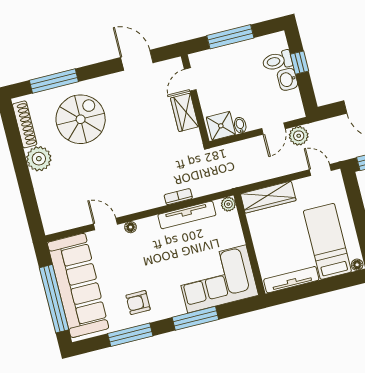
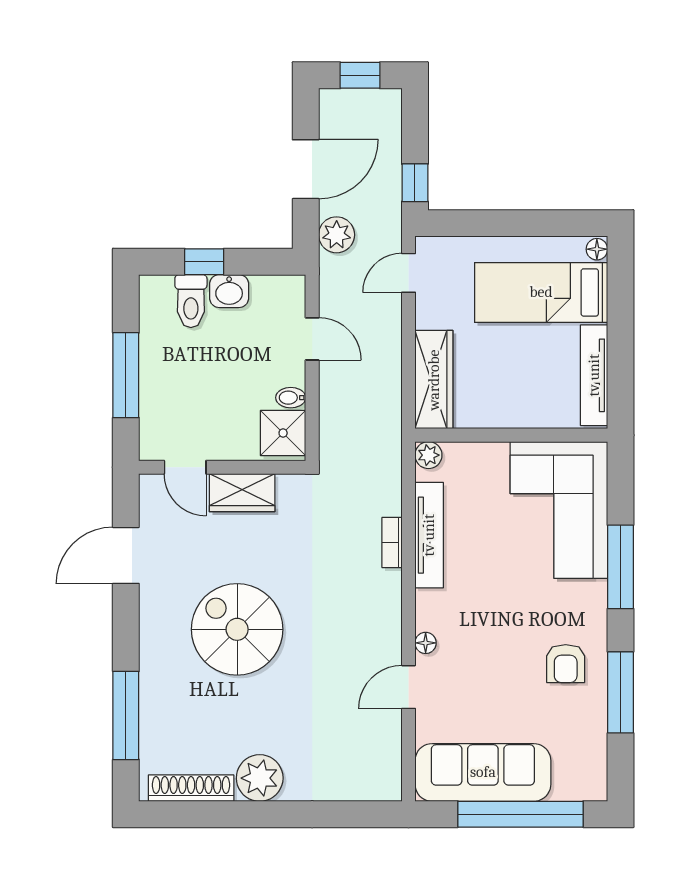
spiral stairs: (81, 119) -> (237, 629), moved
plant: (299, 136) -> (337, 235), moved
sofa: (78, 285) -> (483, 772), width x0.74, depth x0.79

